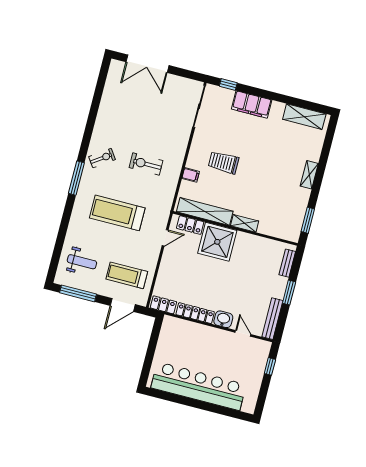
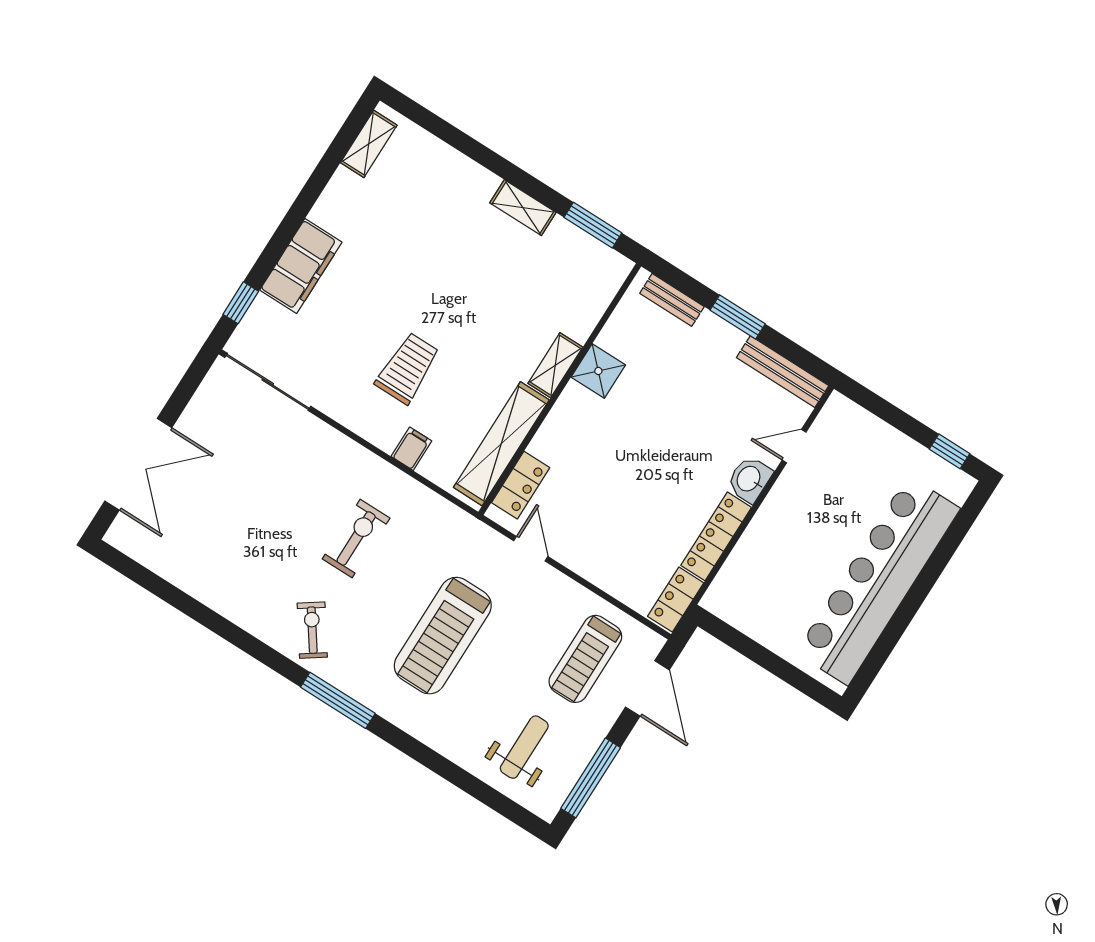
shelving: (304, 117) -> (369, 144), width x0.67, depth x0.75
trolley: (224, 162) -> (407, 368), turned 180
exercise bike: (146, 164) -> (356, 538), turned 180
shelving: (309, 175) -> (523, 208), moved
shower: (217, 242) -> (598, 371), moved, width x0.54, depth x0.54
window: (270, 366) -> (949, 451), moved

